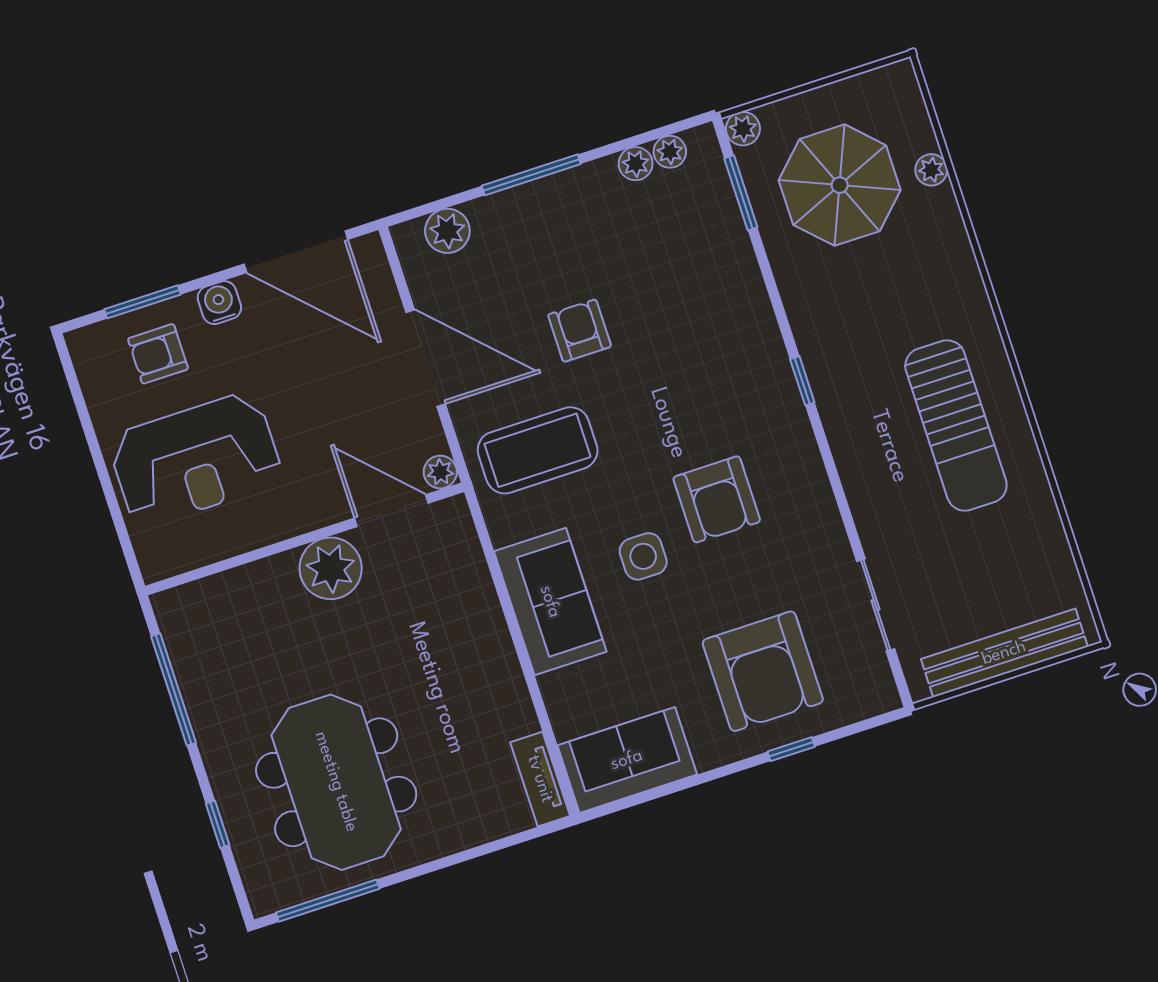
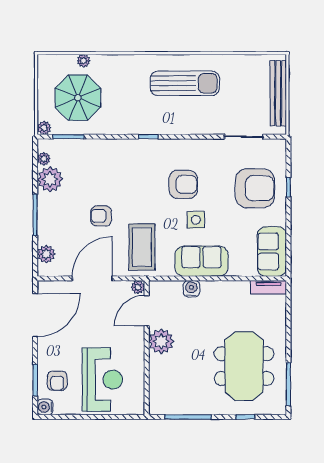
plant: (636, 164) -> (50, 179), width x1.88, depth x1.88
water cooler: (219, 303) -> (45, 407), moved
water cooler: (478, 599) -> (191, 289), added
meeting table: (336, 782) -> (244, 366), turned 90

